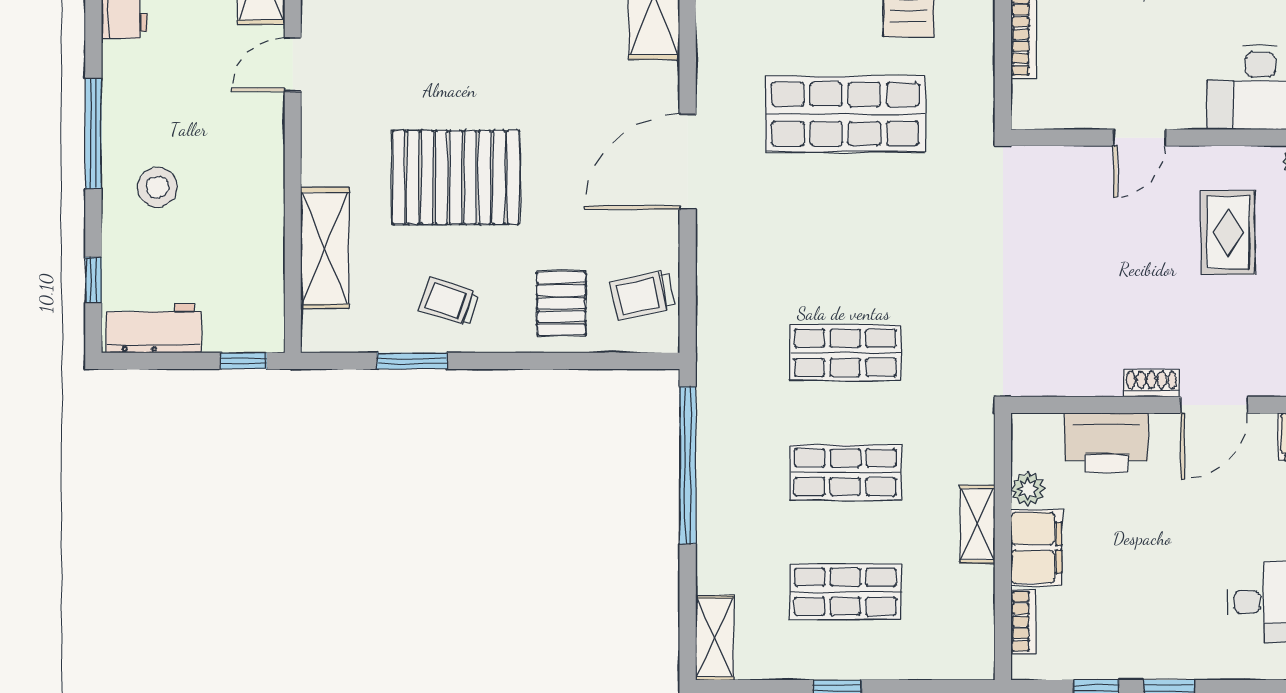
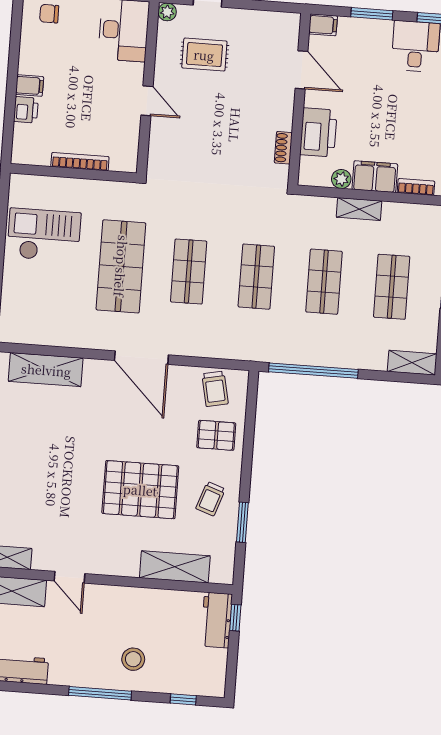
pallet: (456, 177) -> (140, 490), turned 90
shop shelf: (845, 233) -> (189, 271), added
workbench: (154, 328) -> (217, 620), moved
shoe rack: (1151, 383) -> (283, 148), moved

